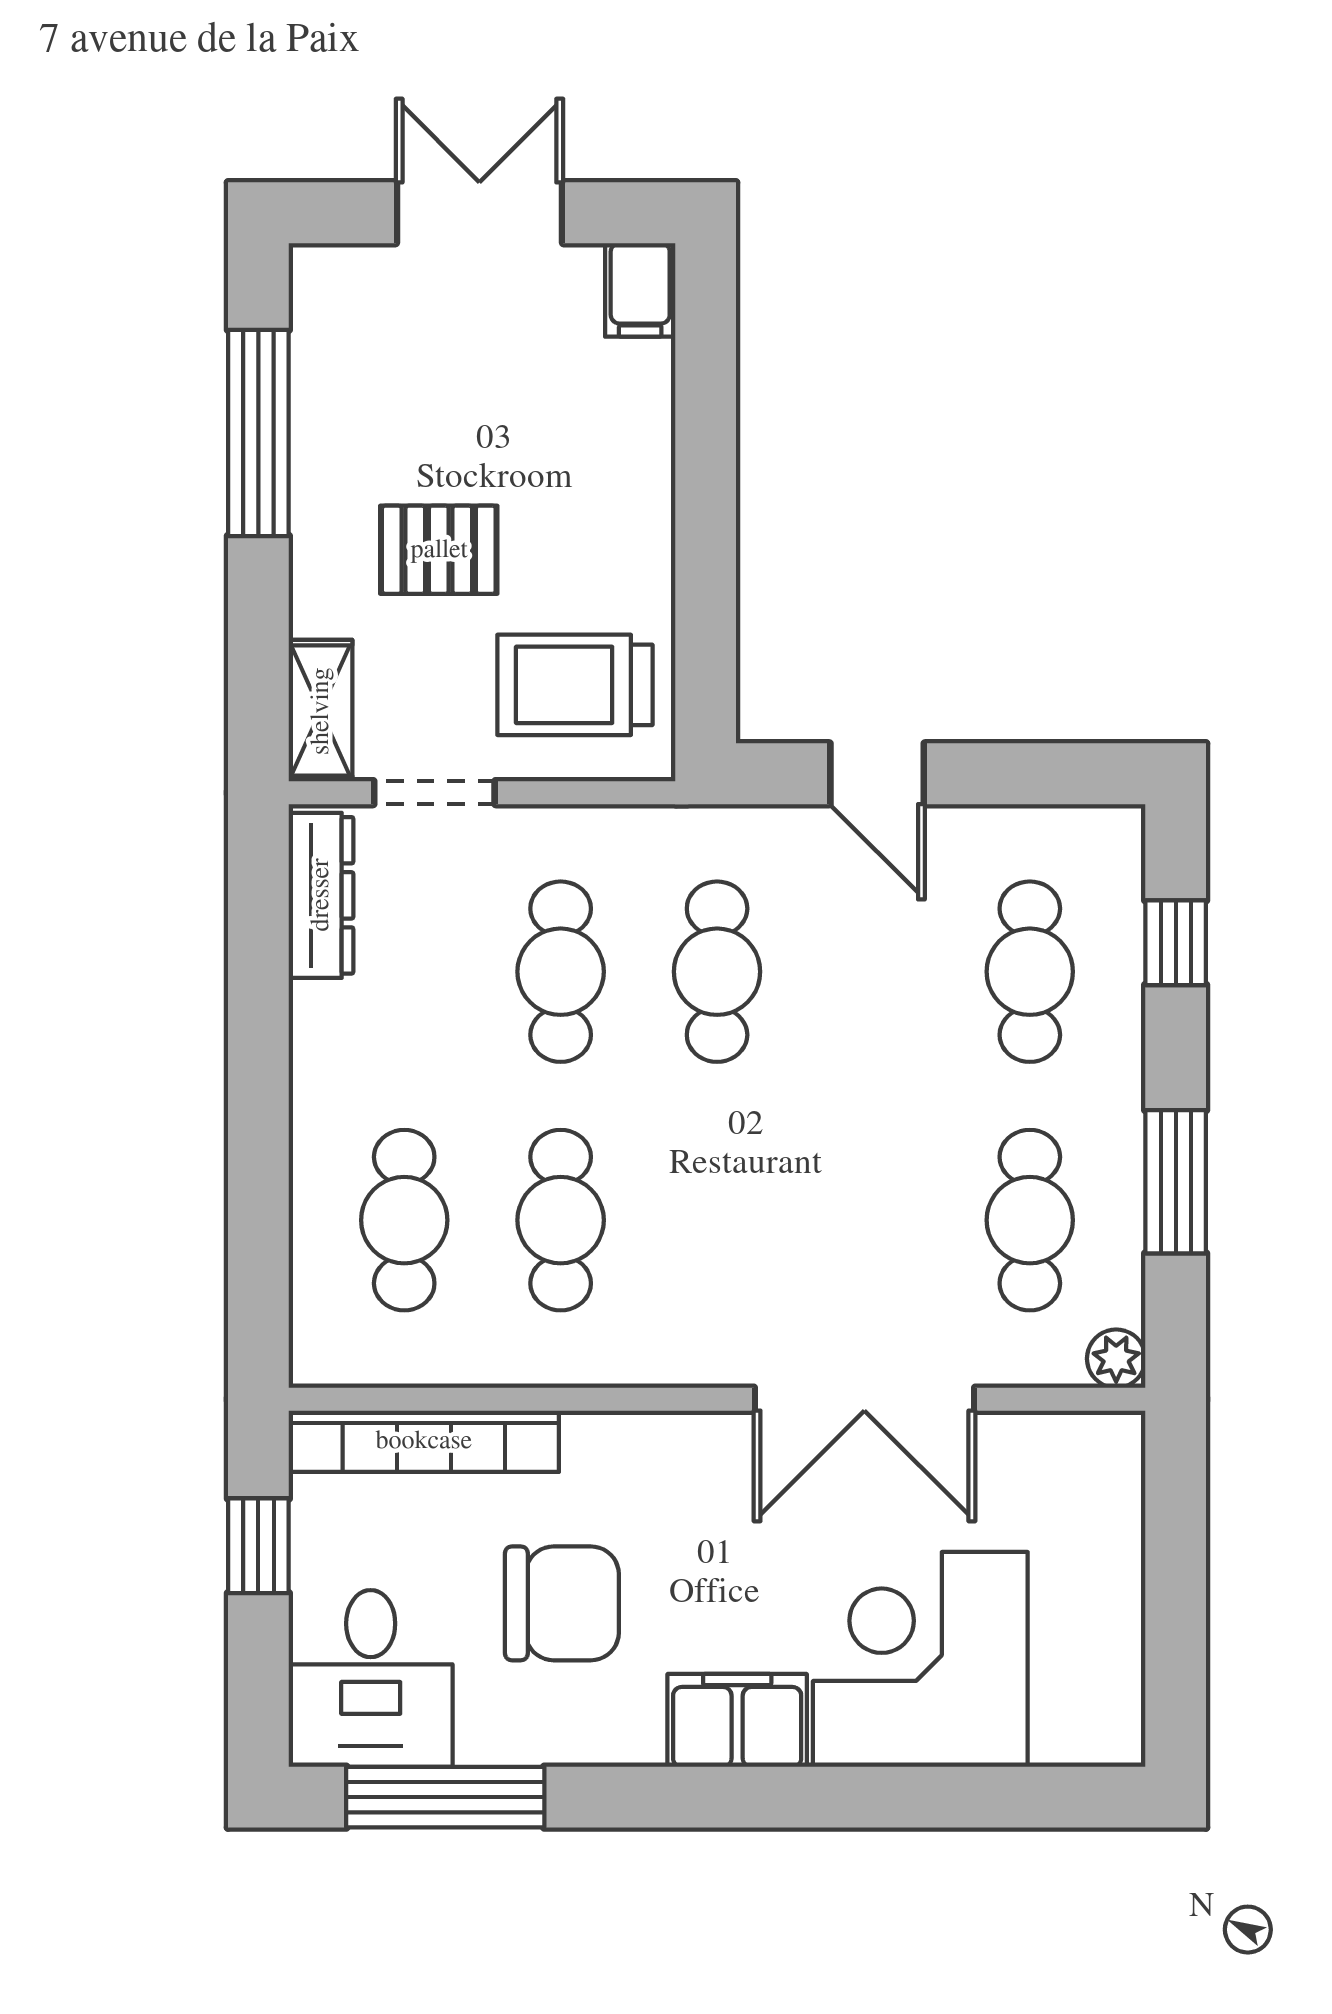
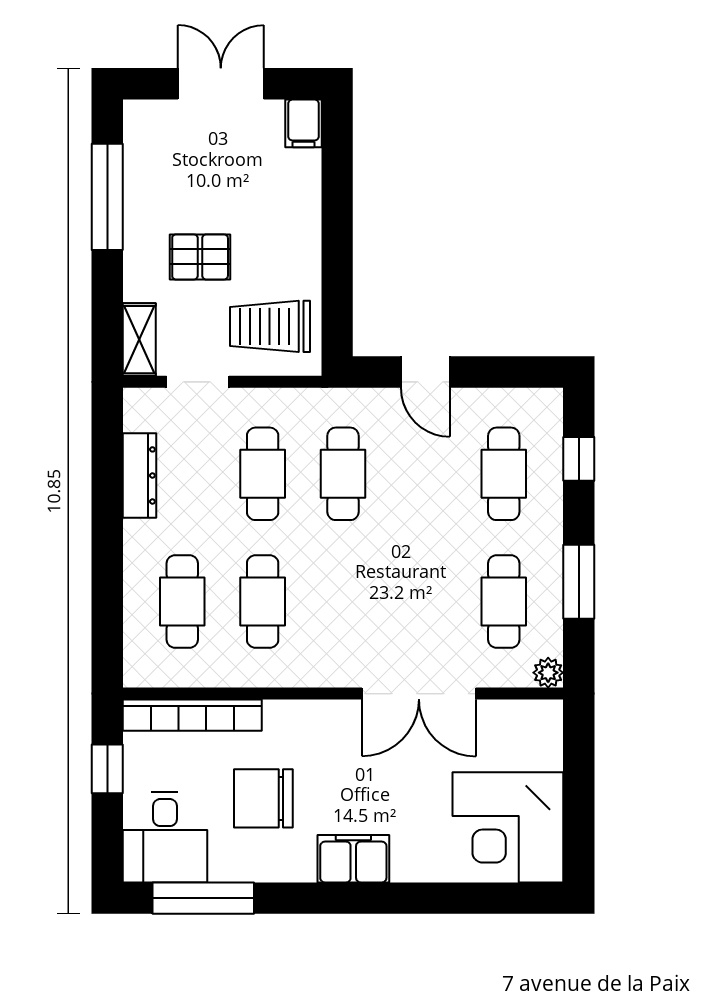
dresser: (321, 895) -> (139, 475), moved
chair: (562, 1603) -> (263, 798), turned 180
corner desk: (920, 1659) -> (508, 827), moved, turned -90

